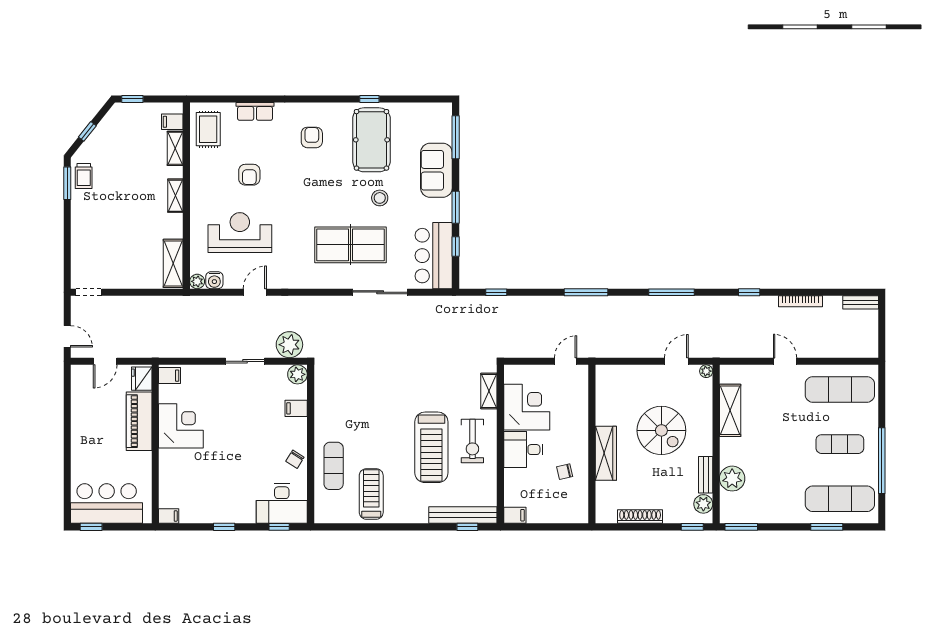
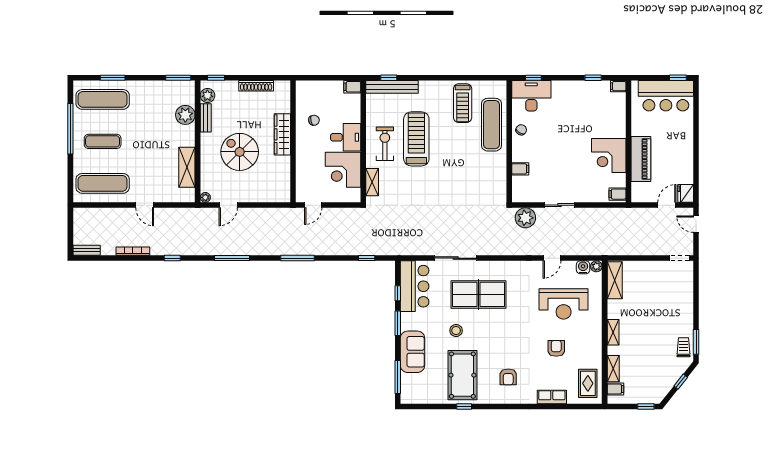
plant: (297, 374) -> (519, 195), removed
fridge: (142, 379) -> (686, 193), moved, turned 180
exercise mat: (334, 466) -> (491, 125), width x1.36, depth x1.45
window: (224, 527) -> (593, 78), moved

